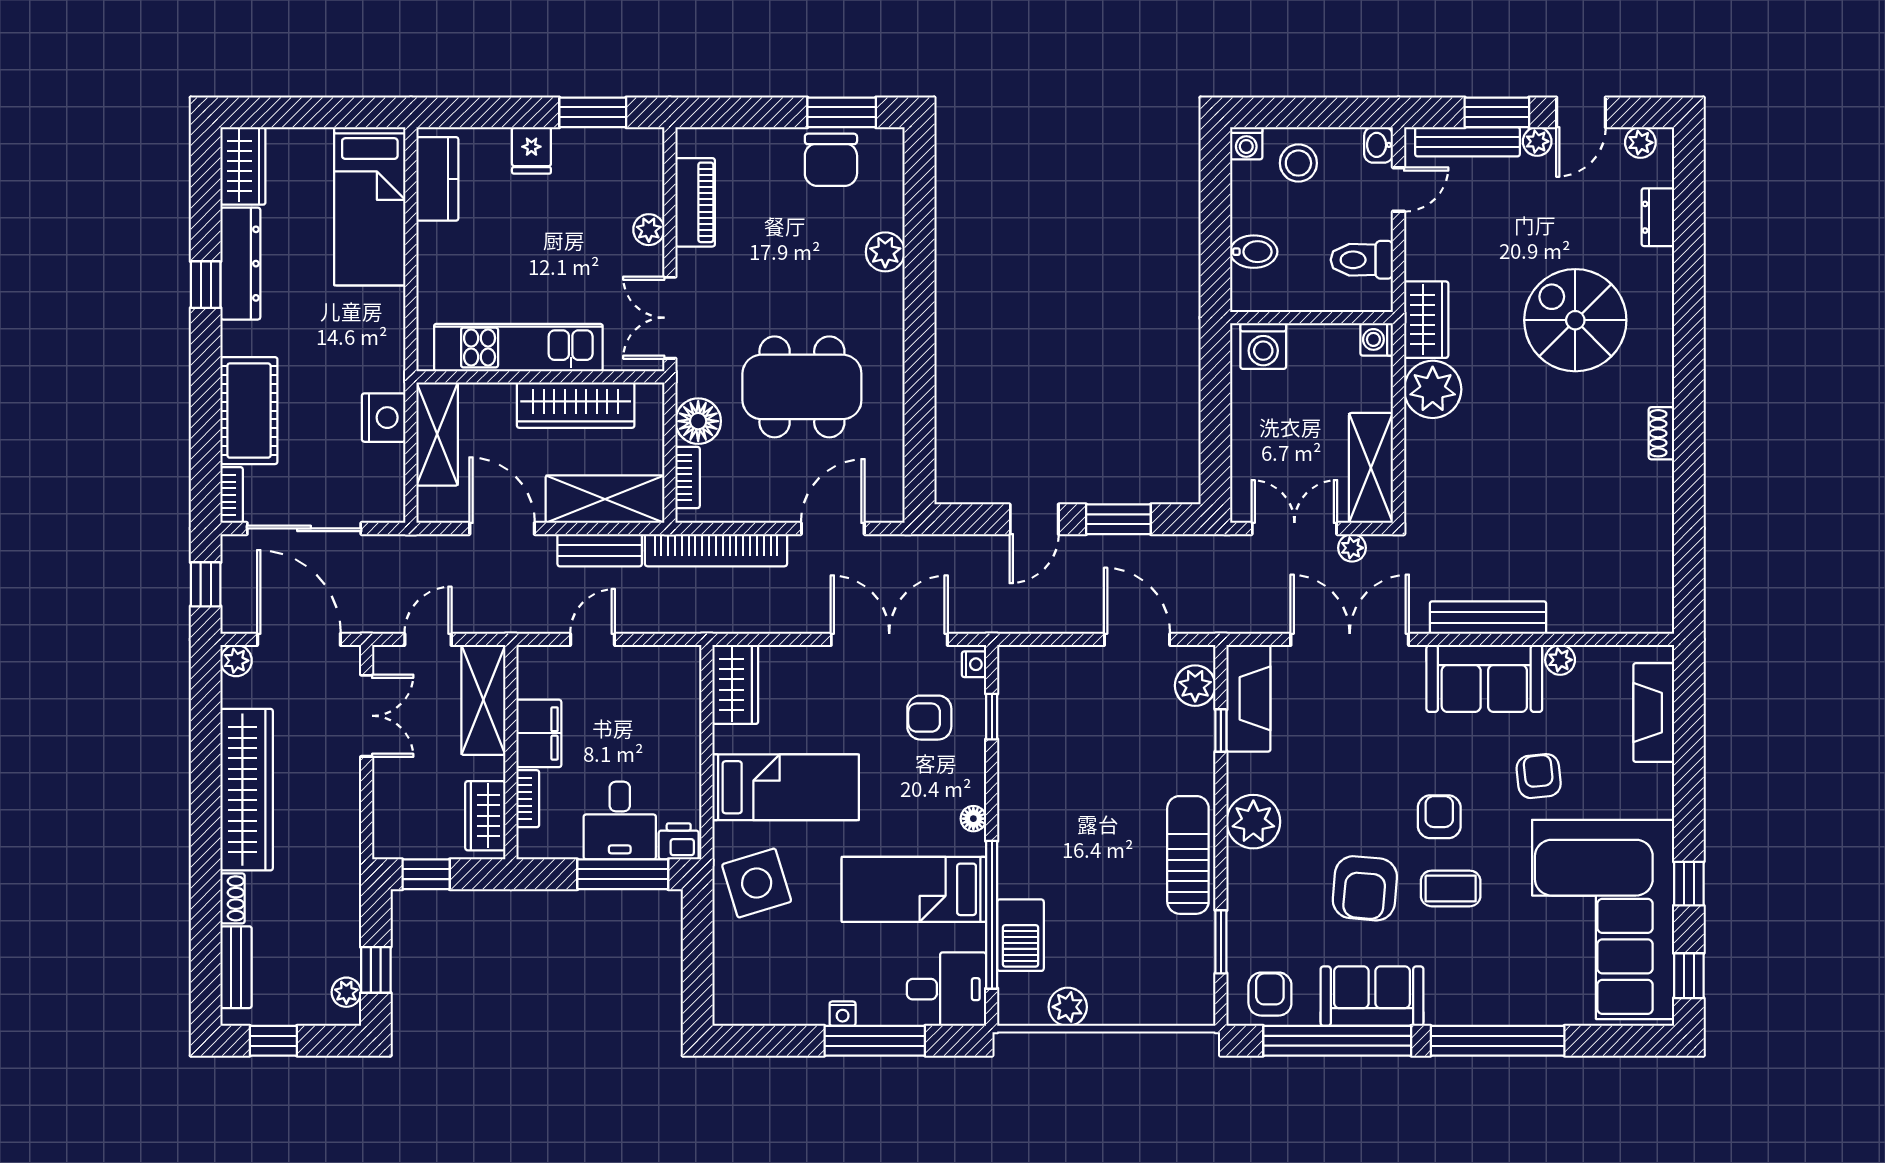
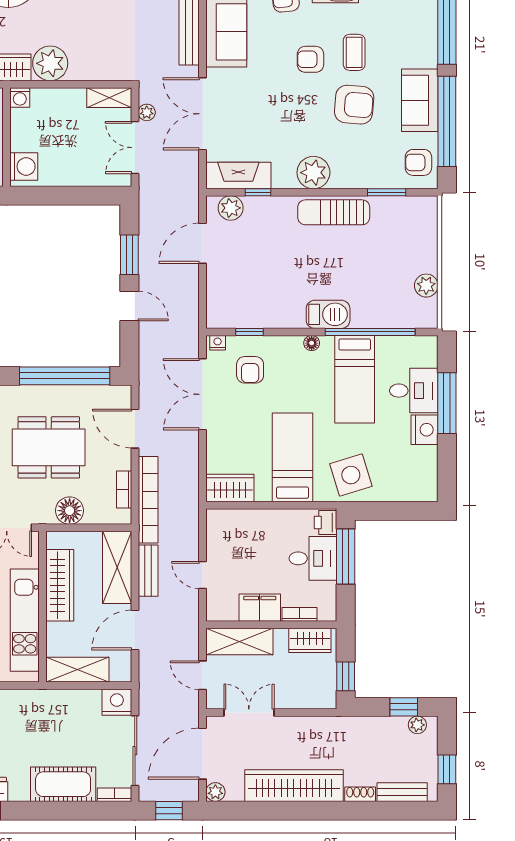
dining table: (802, 387) -> (49, 447), turned 90
window: (919, 413) -> (65, 376), added
nightstand: (384, 418) -> (117, 702), moved
shelving: (1371, 468) -> (109, 98), width x0.67, depth x0.75
bookcase: (688, 477) -> (124, 489), moved, turned -90
barbecue: (1020, 935) -> (328, 314), moved
desk: (946, 989) -> (414, 391), moved, turned 90
nightstand: (843, 1014) -> (425, 430), width x1.89, depth x1.79

